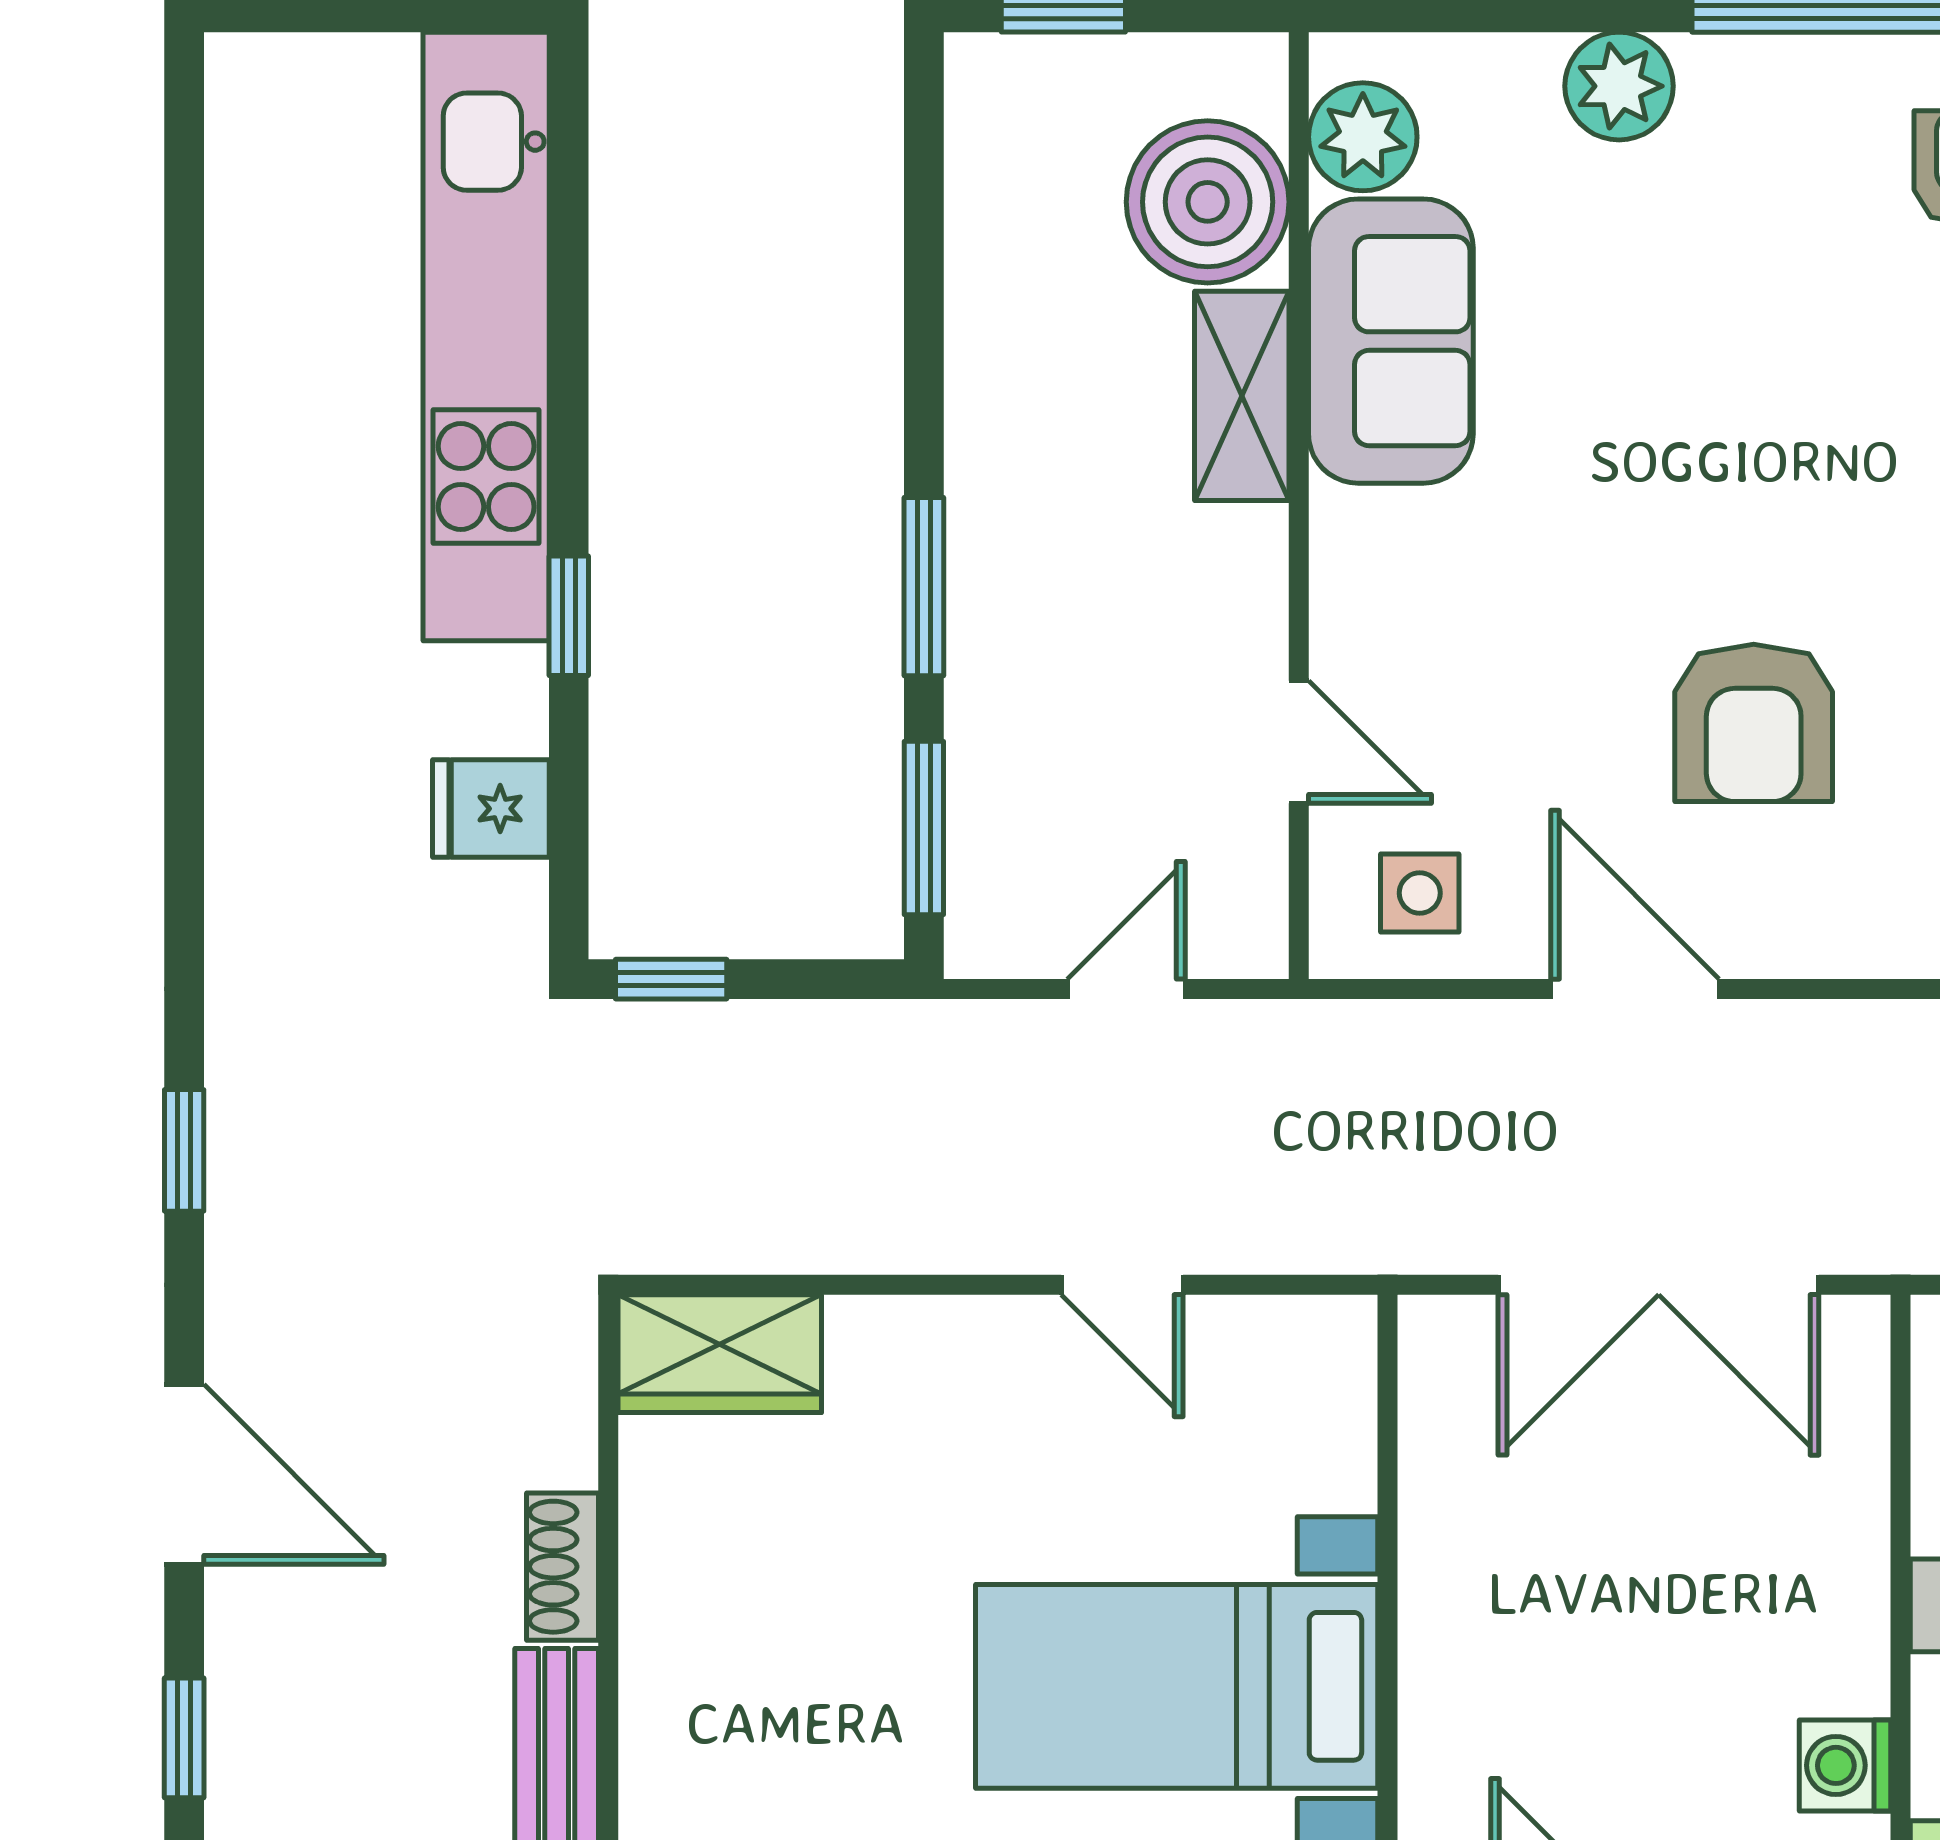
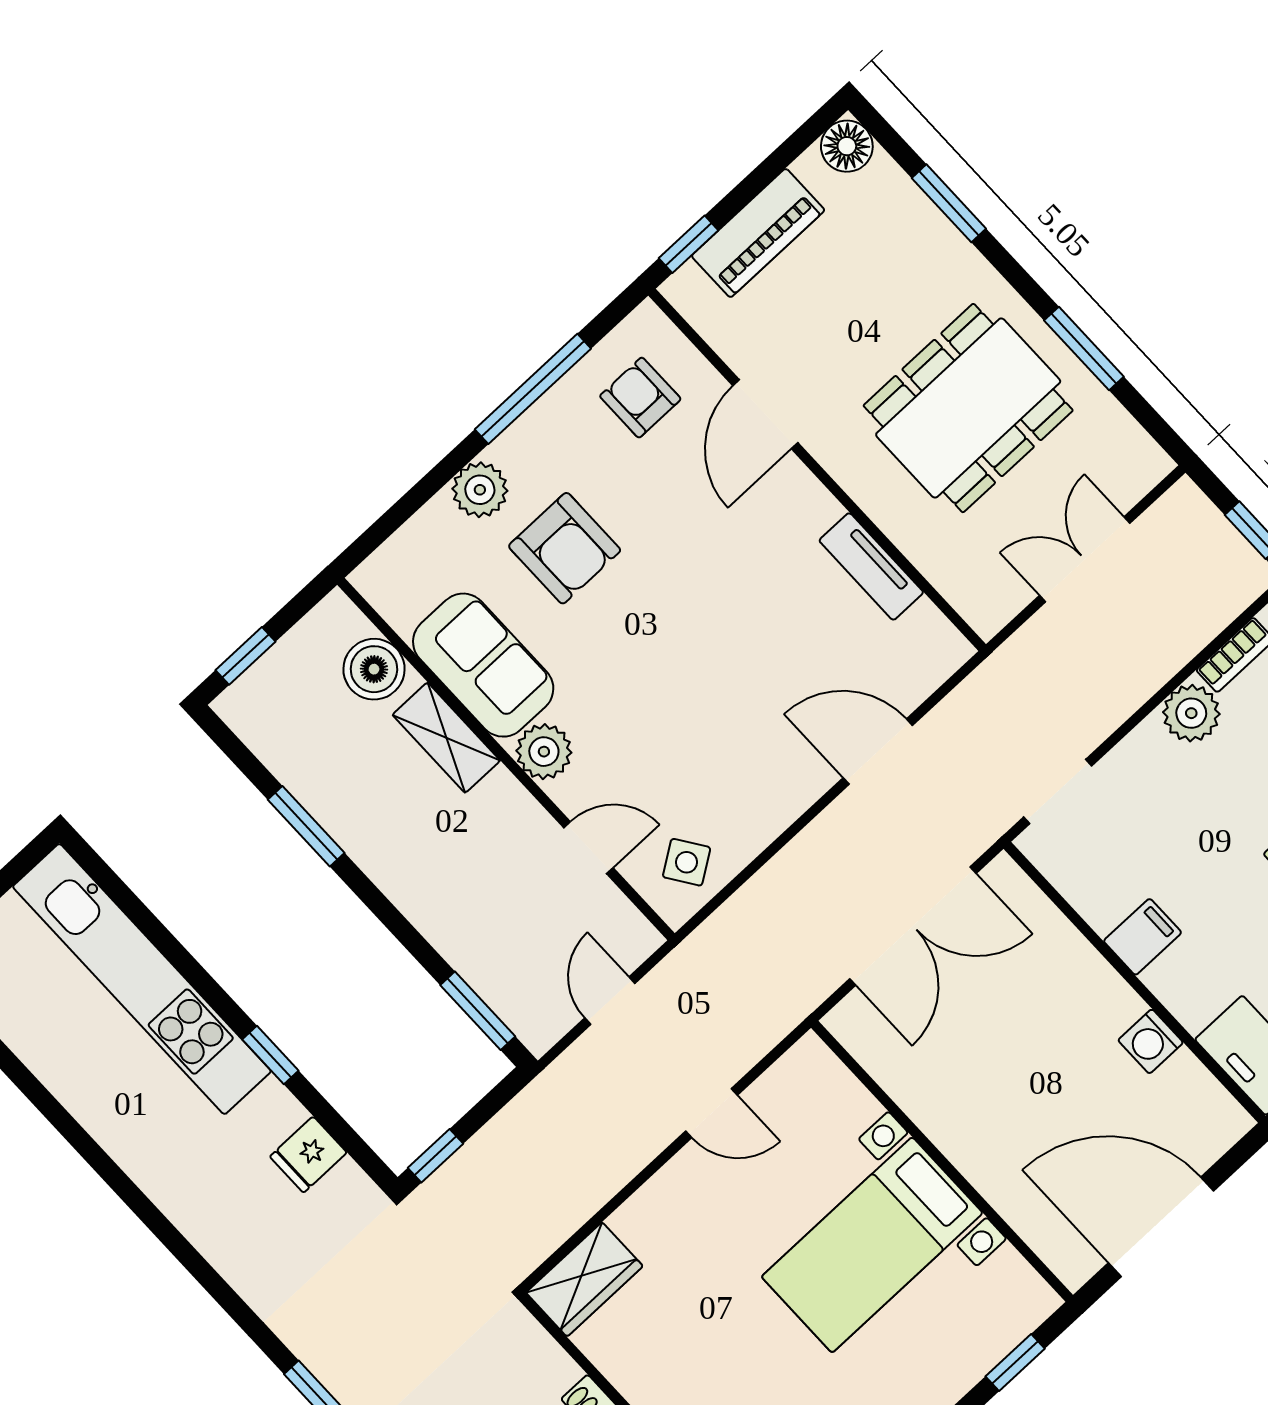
plant: (1363, 137) -> (544, 752), moved
boiler: (1208, 202) -> (374, 669), width x0.73, depth x0.73
window: (924, 587) -> (306, 826), moved
armchair: (1754, 723) -> (565, 548), moved
side table: (1420, 893) -> (687, 862), turned -34
door: (1635, 989) -> (878, 752), moved

